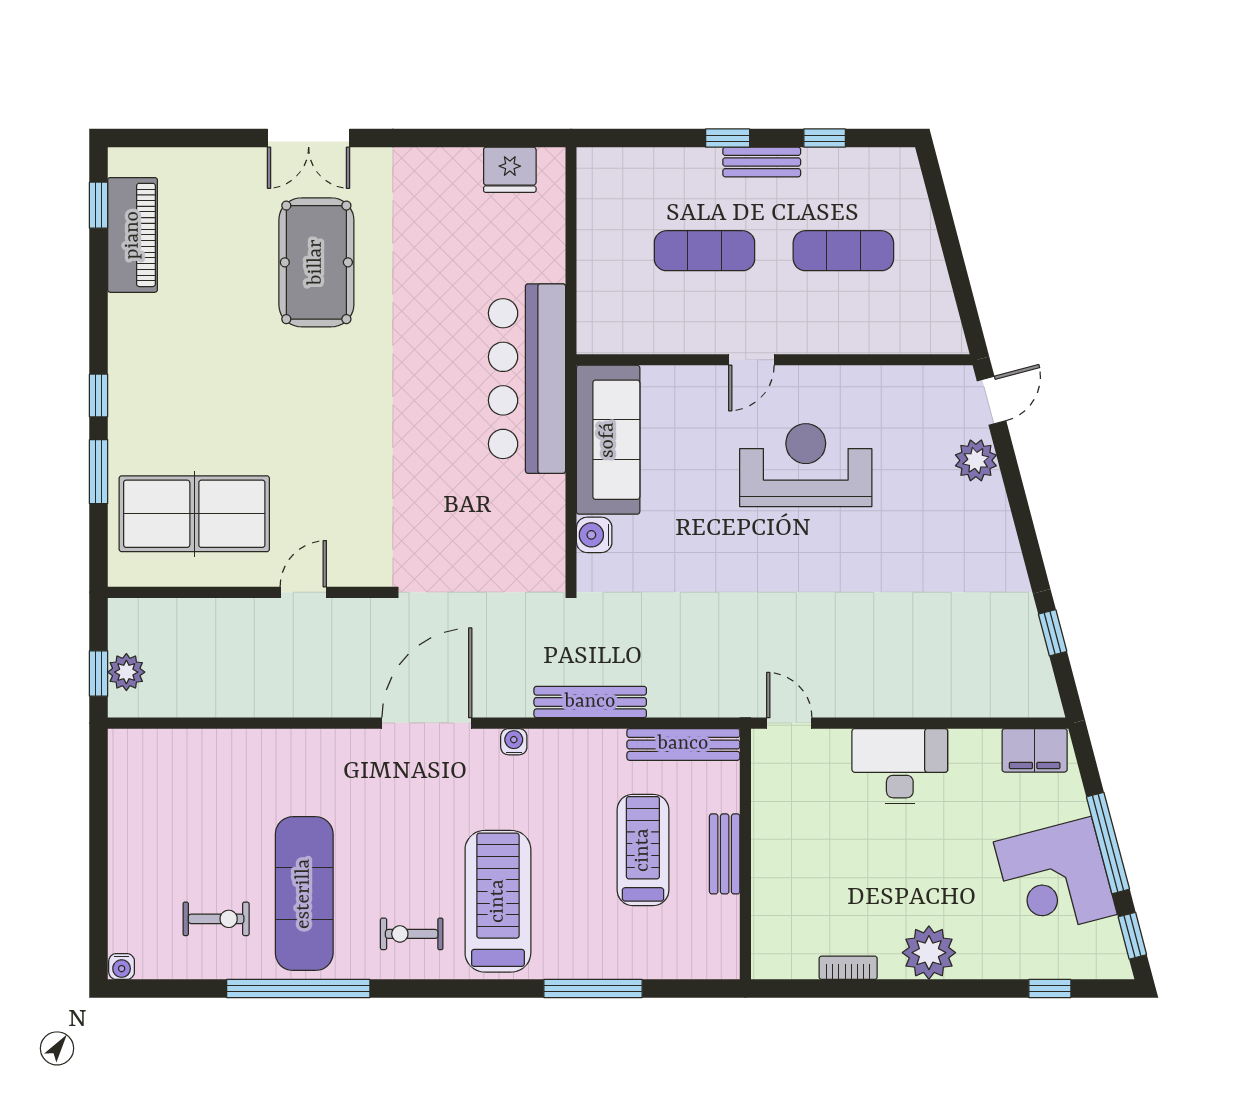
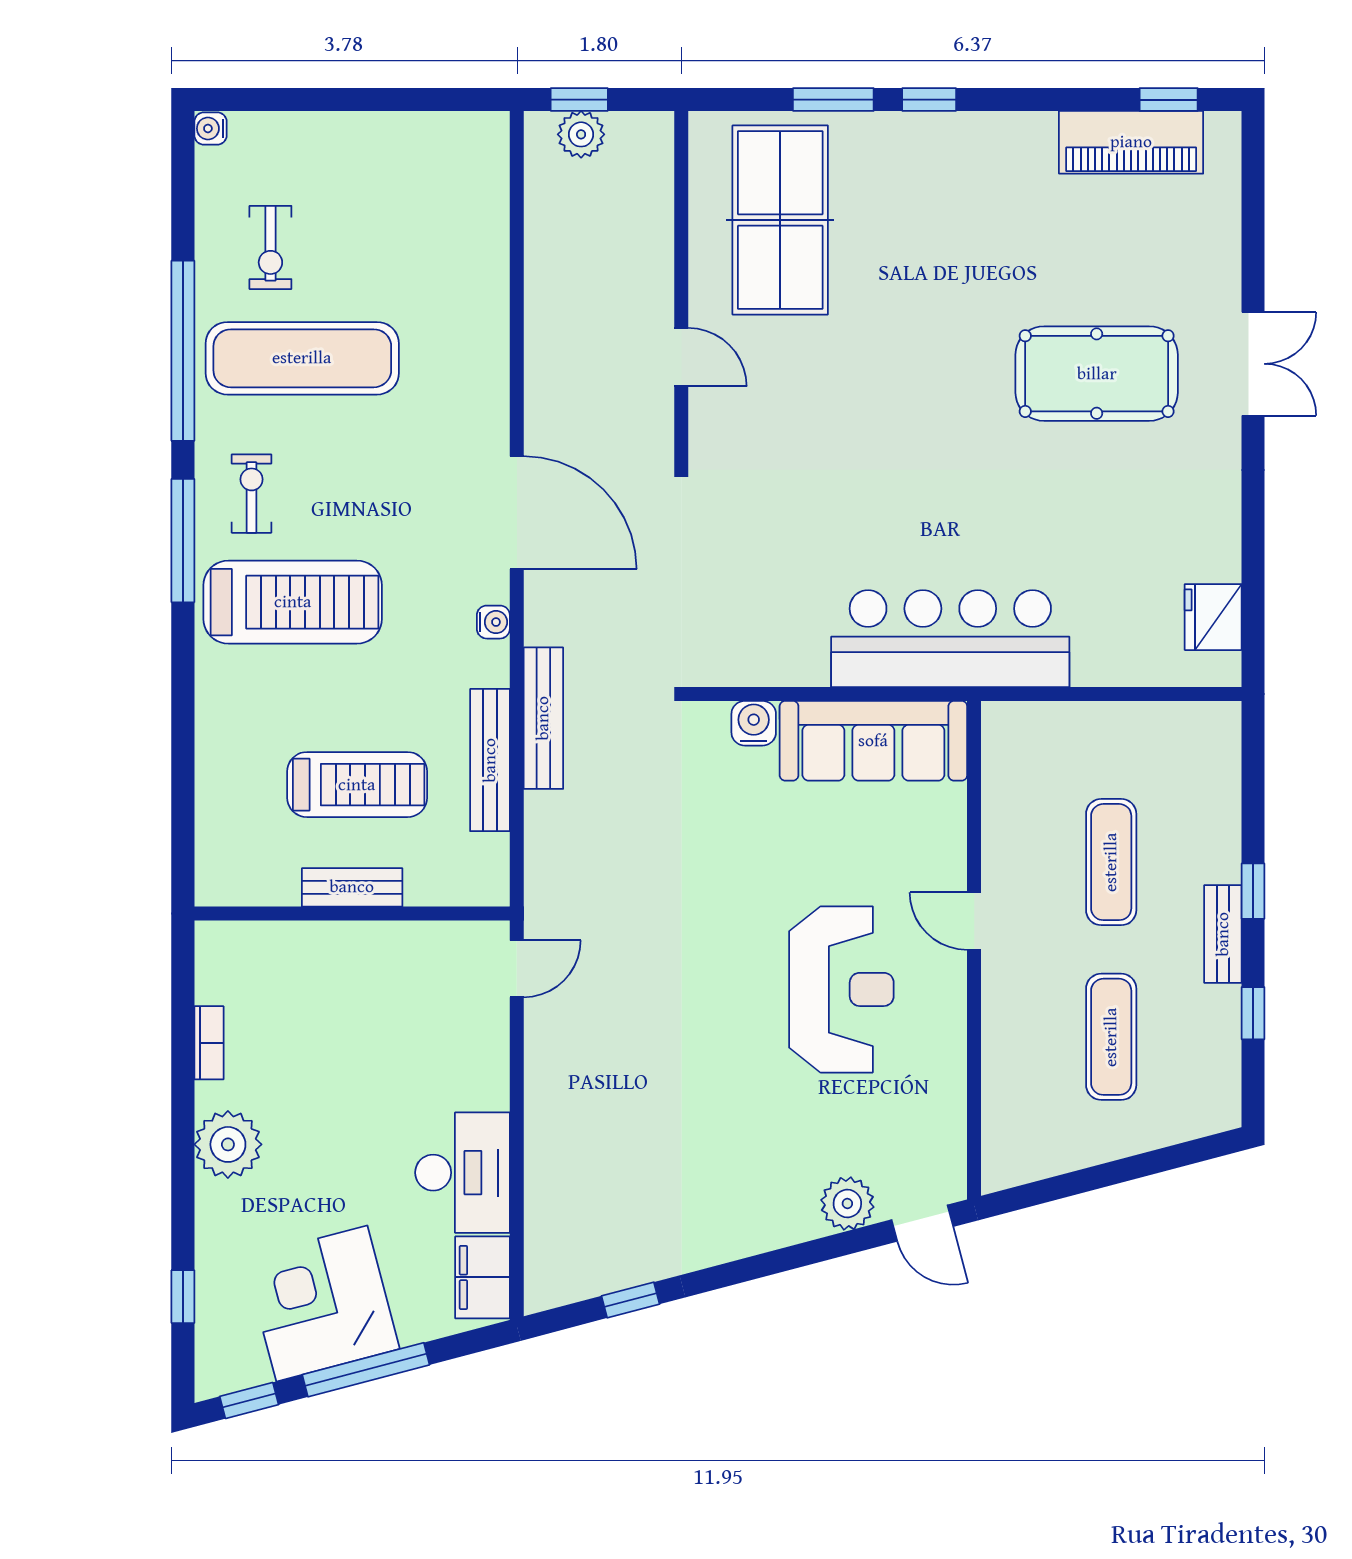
double door: (309, 138) -> (1253, 364), swing flipped
bench: (683, 744) -> (490, 760), moved
desk: (900, 766) -> (463, 1173), moved
window: (593, 988) -> (183, 541), moved

